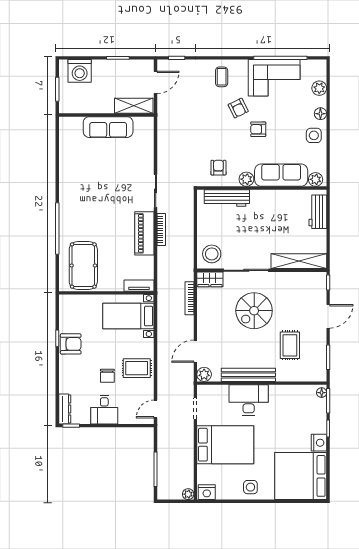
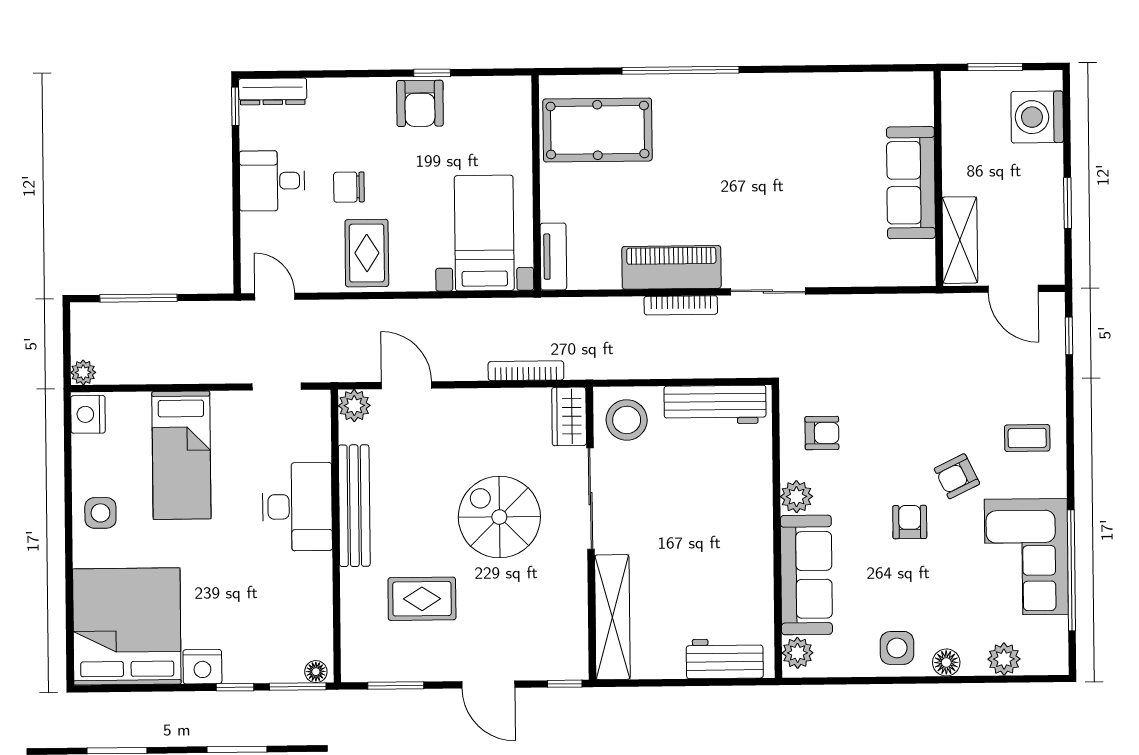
workbench: (227, 198) -> (715, 405), moved, turned -90
bed: (225, 445) -> (181, 455), width x0.67

